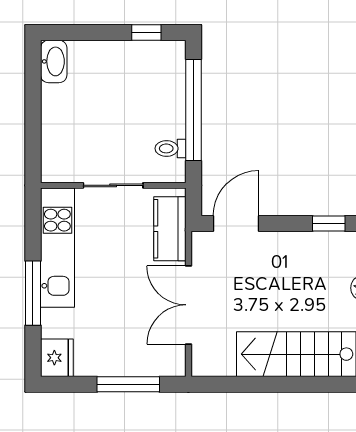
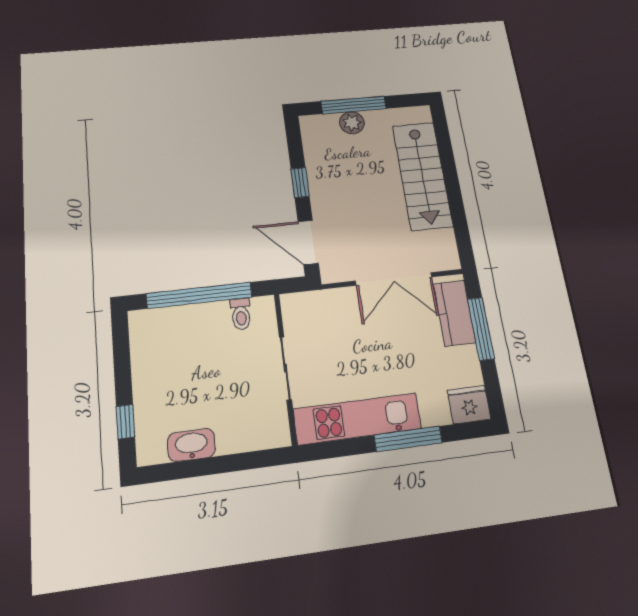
window: (146, 32) -> (125, 422), moved
washbasin: (54, 61) -> (191, 445), moved
window: (329, 224) -> (300, 183), moved
kitchen counter: (170, 229) -> (455, 313), moved, turned 90

